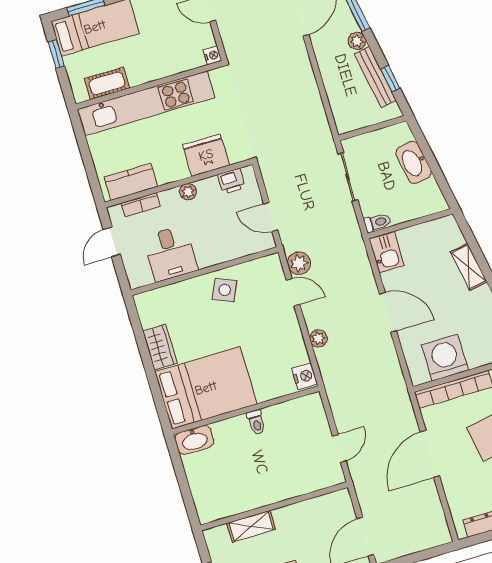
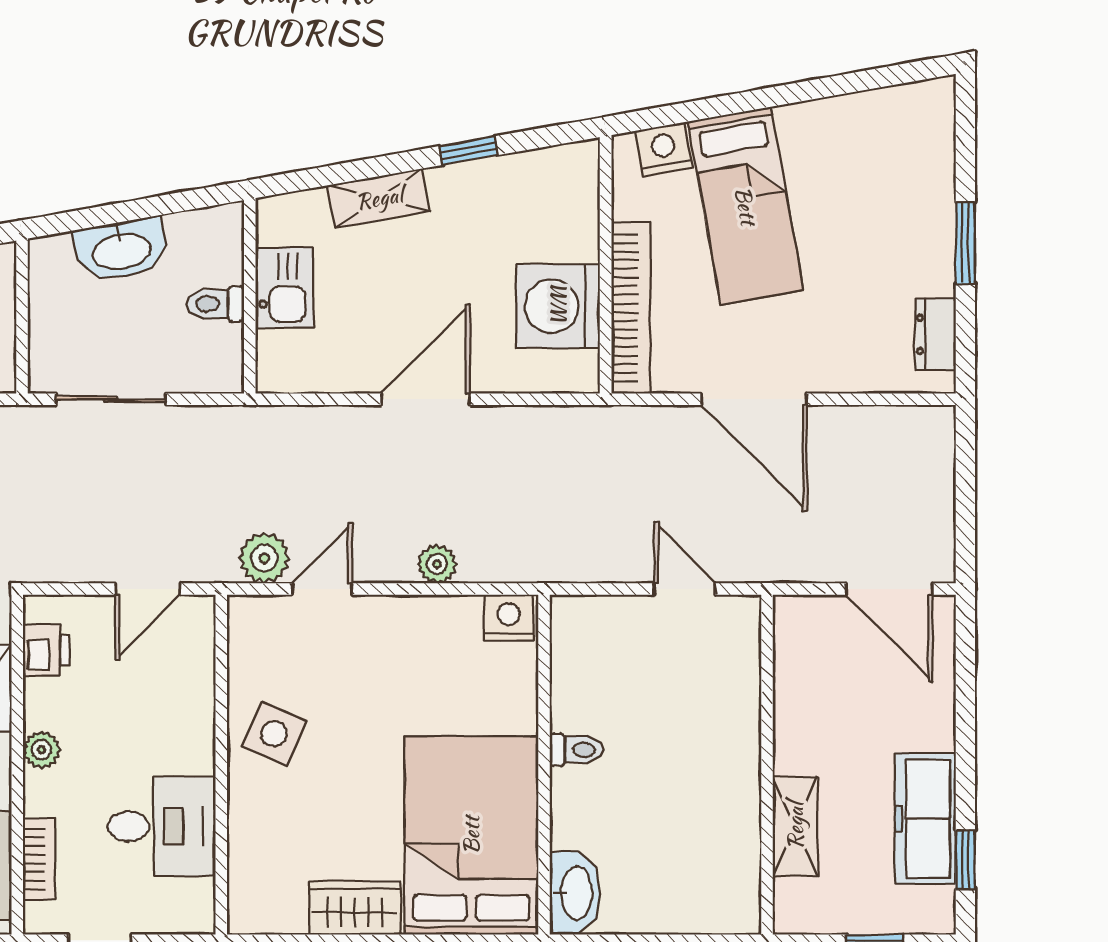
toilet: (377, 222) -> (216, 304), moved, turned -90
kitchen sink: (386, 252) -> (284, 288), moved, turned 90

